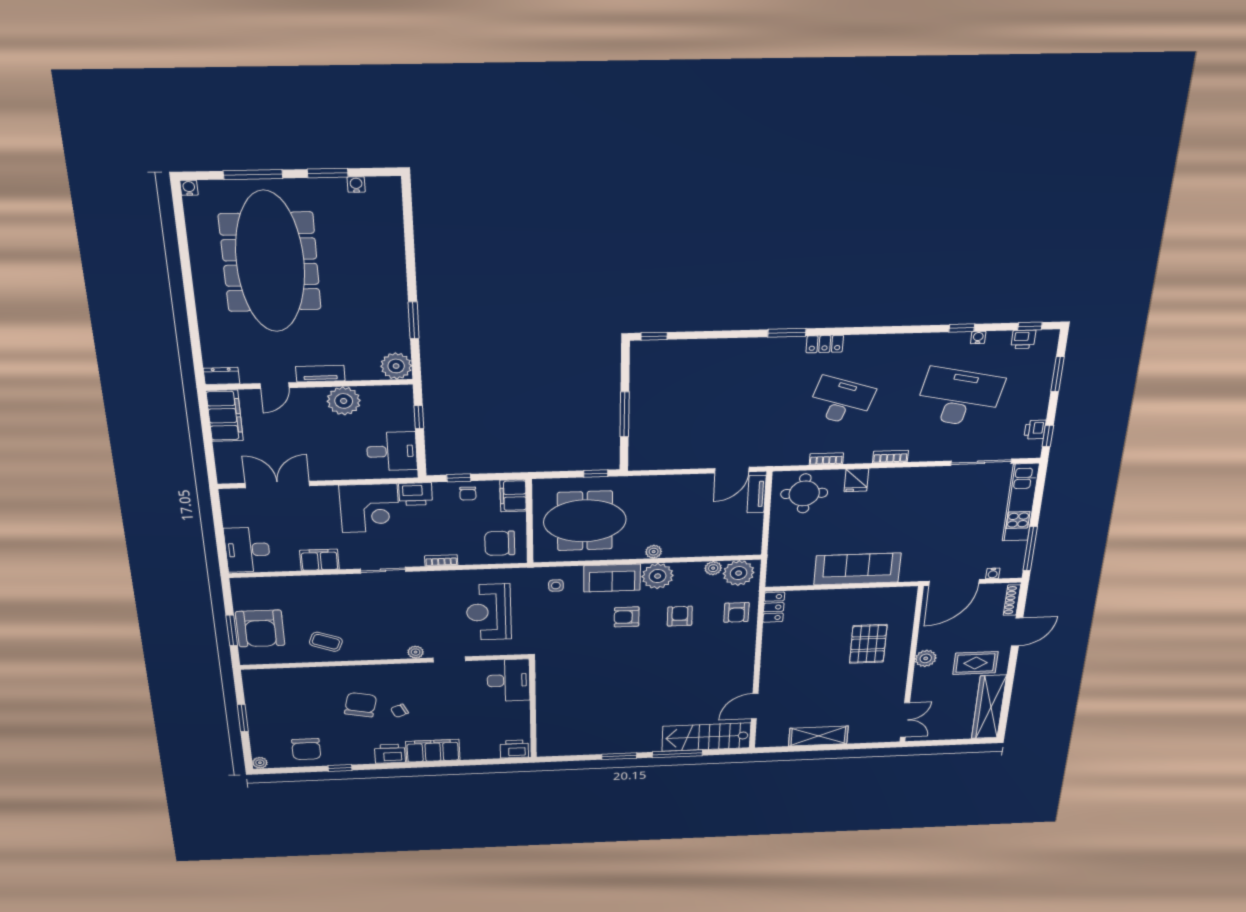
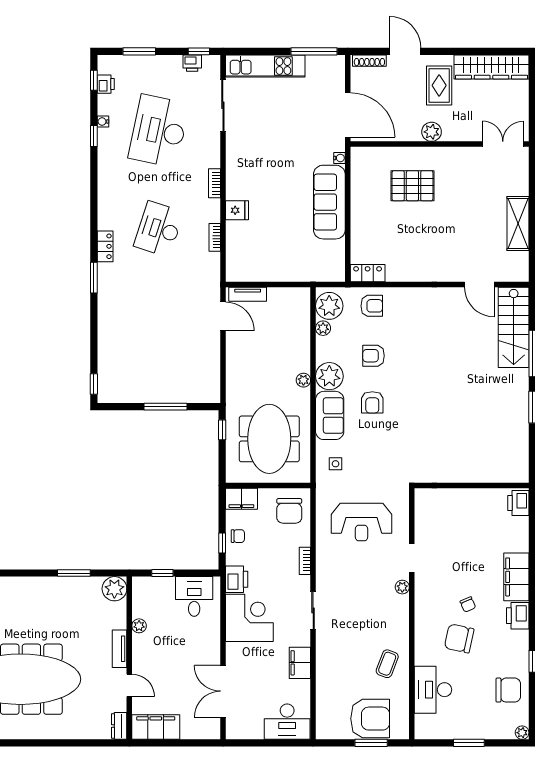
plant: (344, 401) -> (139, 626), width x0.53, depth x0.53
round table: (804, 493) -> (249, 254), removed
water cooler: (993, 573) -> (339, 158), moved
desk: (508, 680) -> (433, 690), moved, turned -90

